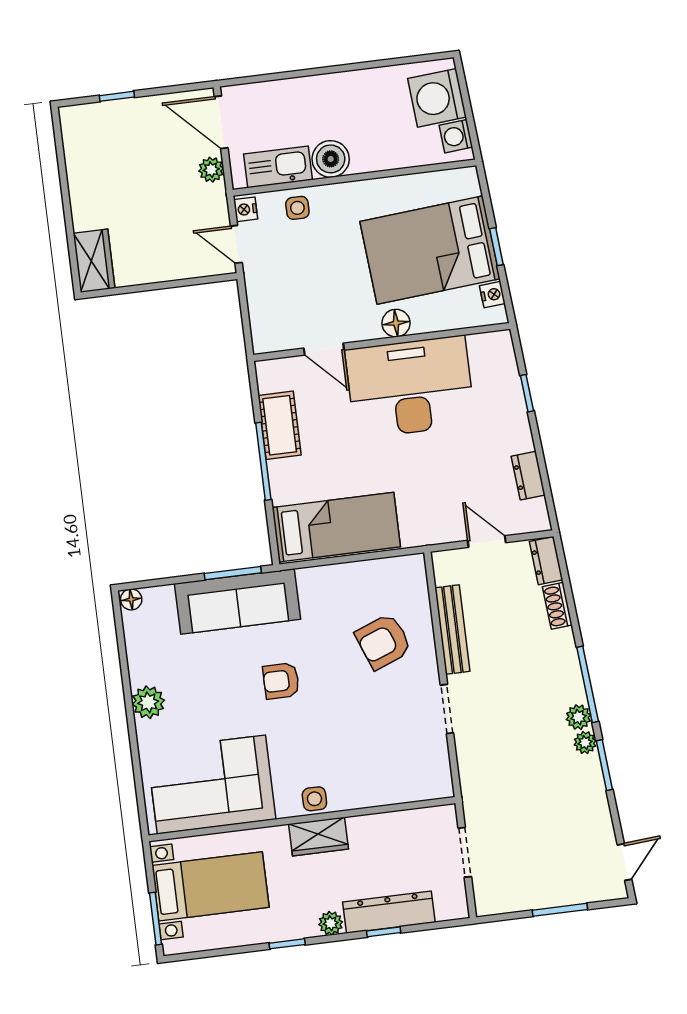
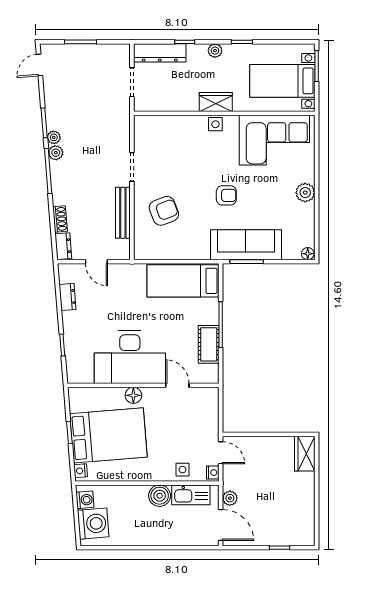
nightstand: (492, 295) -> (81, 471), moved
dresser: (389, 912) -> (160, 53), moved

